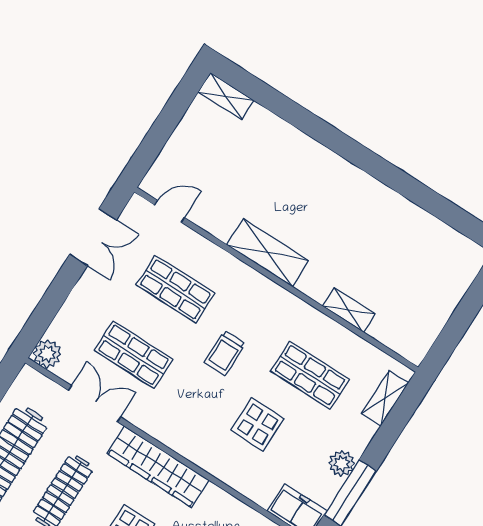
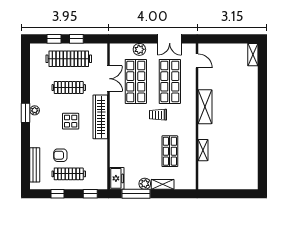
shop shelf: (175, 289) -> (170, 81), width x1.43, depth x1.36
plant: (47, 354) -> (139, 49), moved
shop shelf: (134, 355) -> (136, 81), width x1.43, depth x1.36
shelving: (385, 398) -> (163, 184), moved
display table: (257, 425) -> (139, 144), removed

